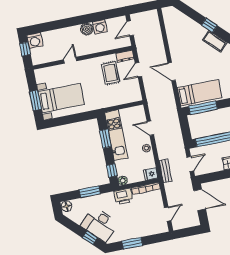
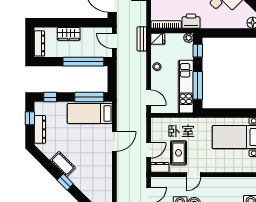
door: (70, 60) -> (194, 175), moved
door: (172, 72) -> (114, 141), hinge flipped
door: (150, 128) -> (149, 98), moved
window: (105, 139) -> (198, 85), width x1.44
door: (190, 164) -> (114, 41), hinge flipped
window: (90, 192) -> (225, 33), removed

